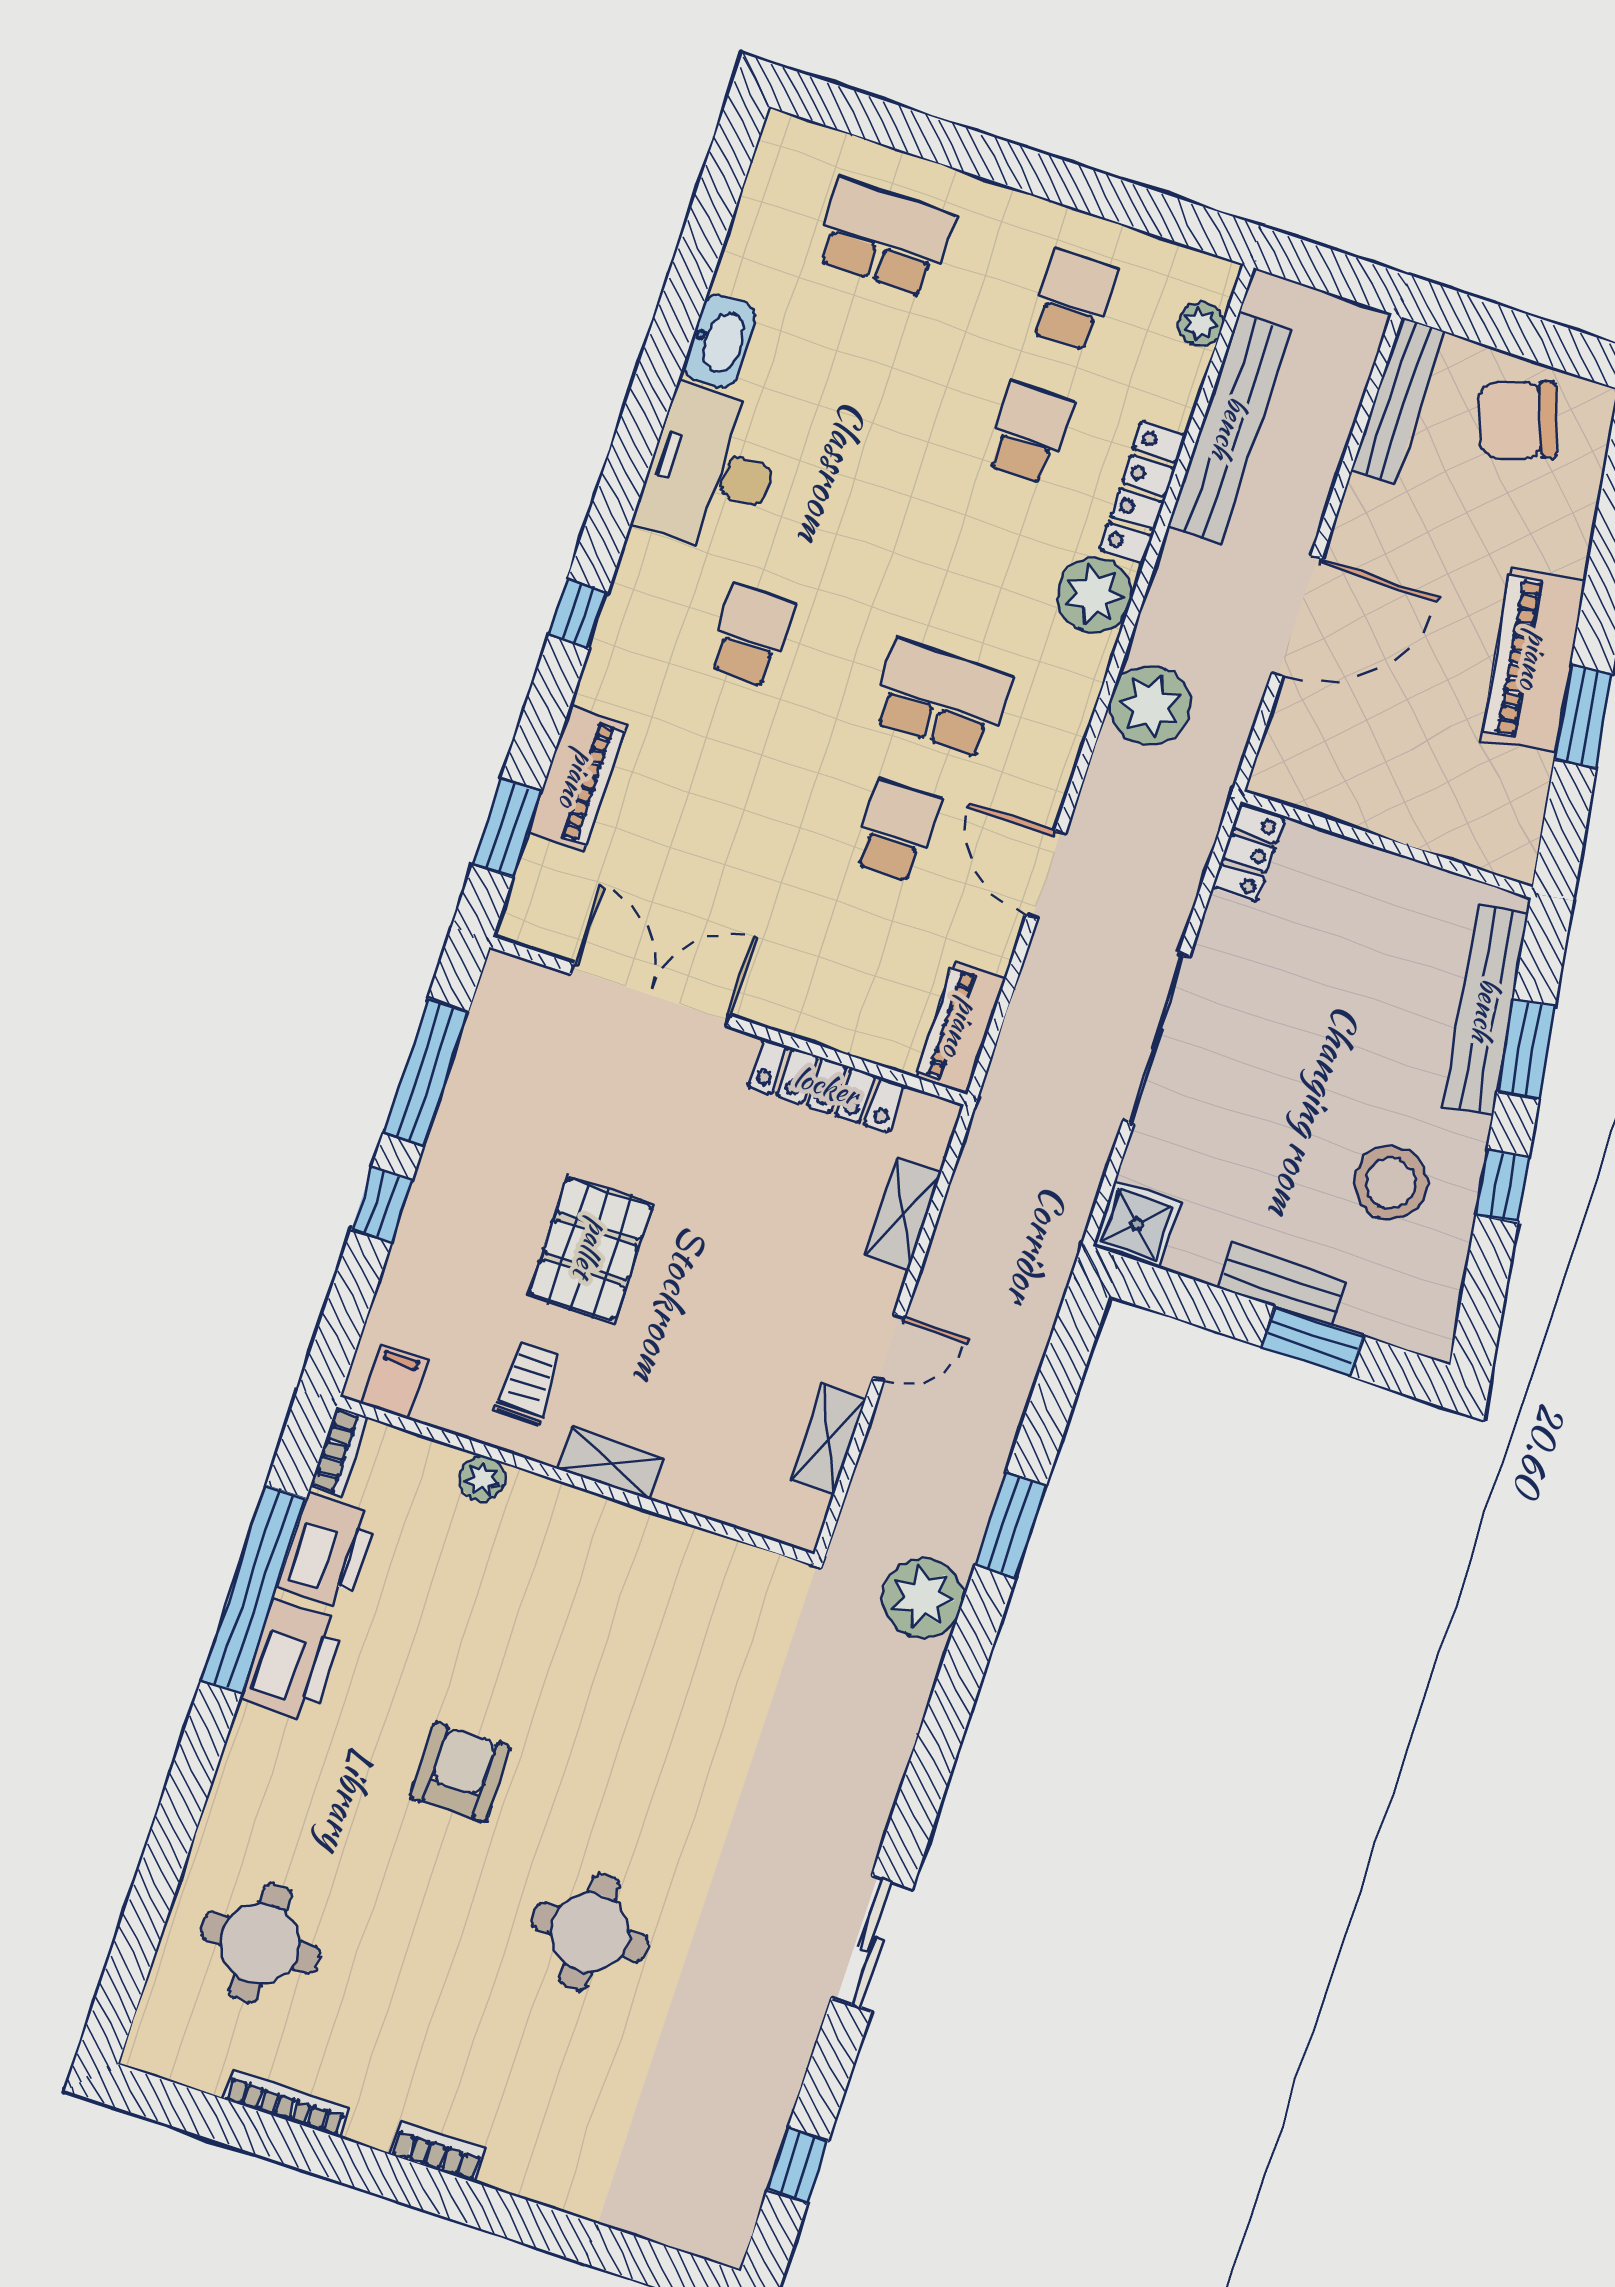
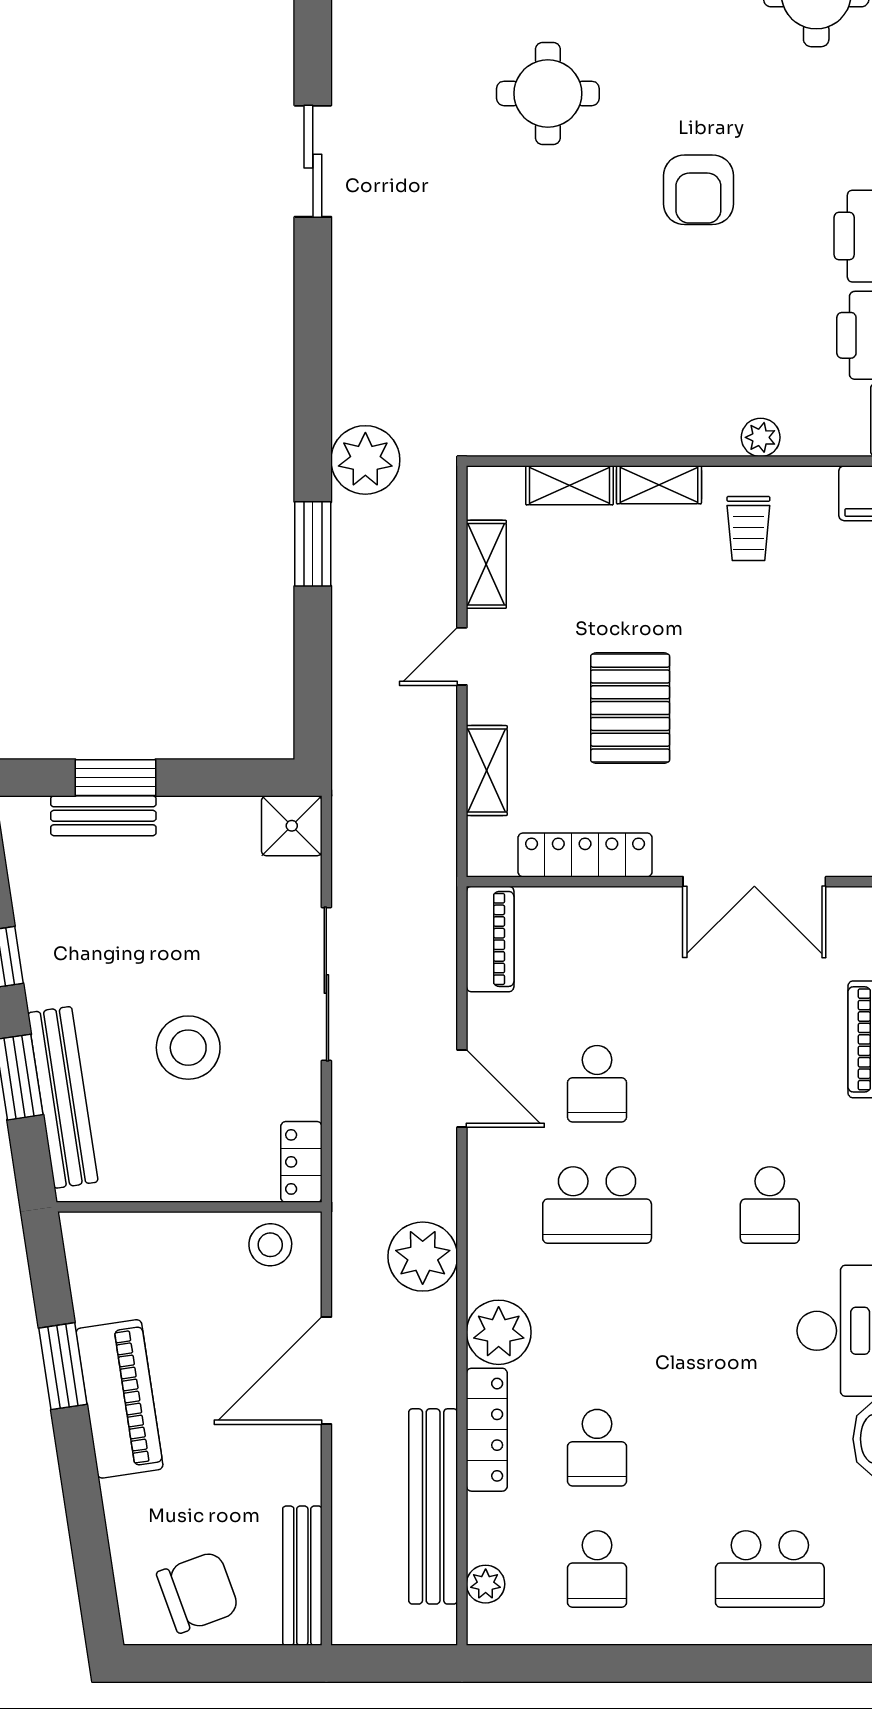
stool: (1312, 774) -> (270, 1245), added
stool: (1391, 1183) -> (188, 1048), moved
pallet: (591, 1249) -> (630, 708), moved
bench: (1282, 1285) -> (103, 816), moved
shelving: (709, 1496) -> (569, 485), added

